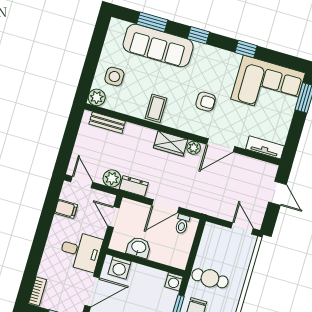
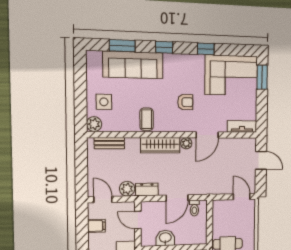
wardrobe: (171, 143) -> (160, 145), width x1.50

